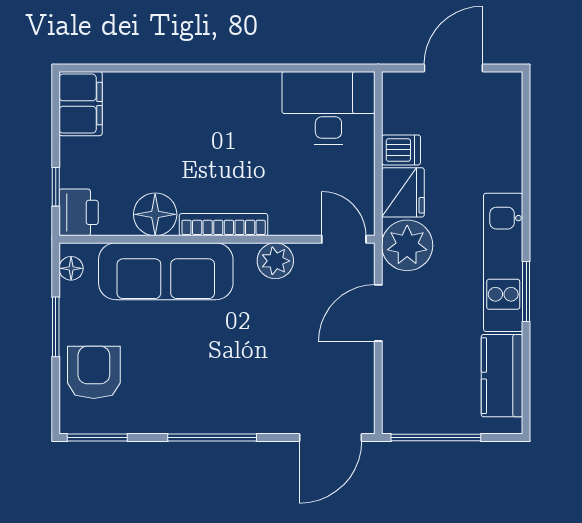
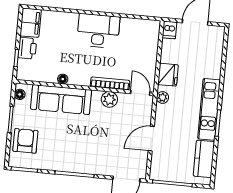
desk: (328, 108) -> (98, 31), moved
dishwasher: (401, 150) -> (169, 30), moved, turned 90
printer: (79, 212) -> (27, 48), moved
floor lamp: (155, 214) -> (63, 79), width x0.53, depth x0.53
bookcase: (224, 225) -> (110, 84), moved
plant: (407, 245) -> (162, 97), width x0.53, depth x0.53
door: (378, 313) -> (151, 139), moved

